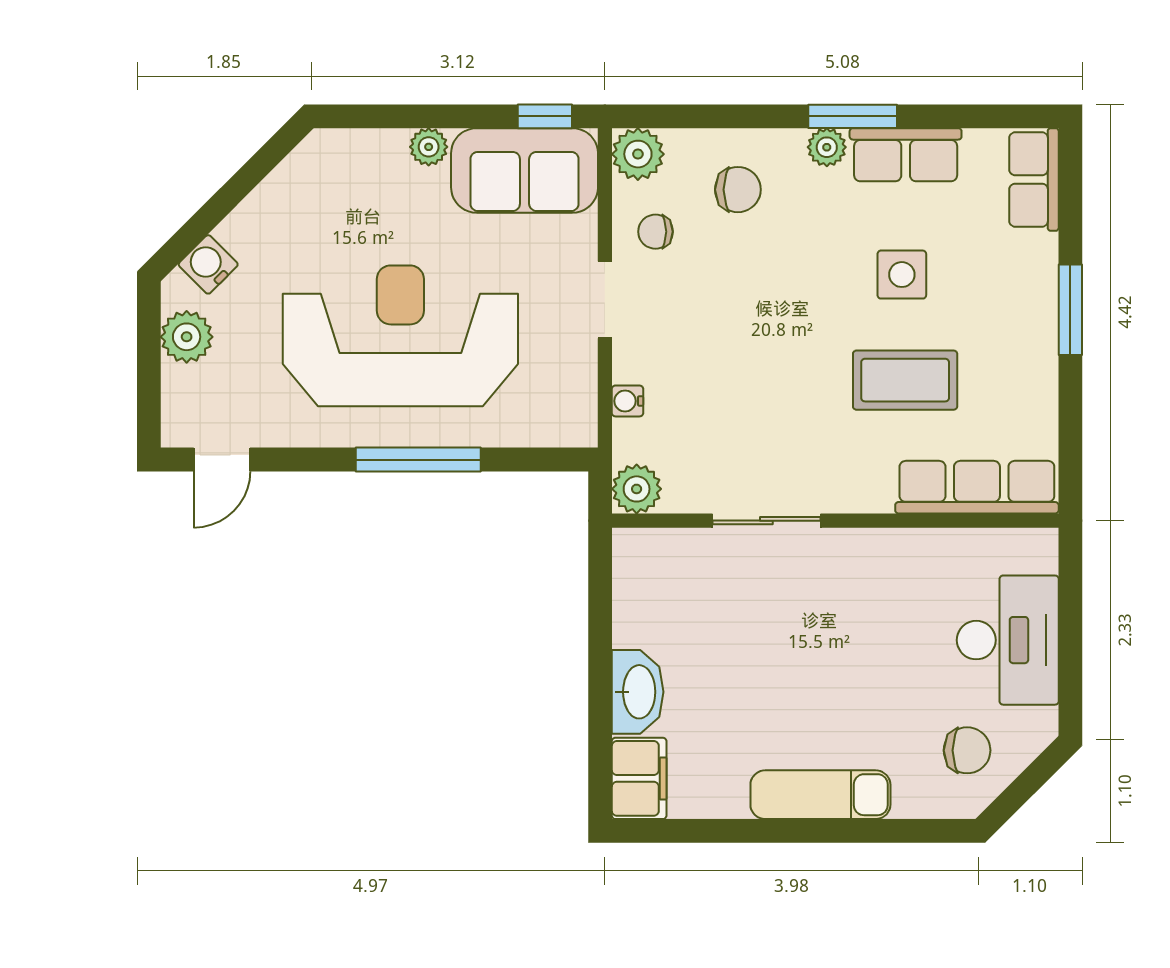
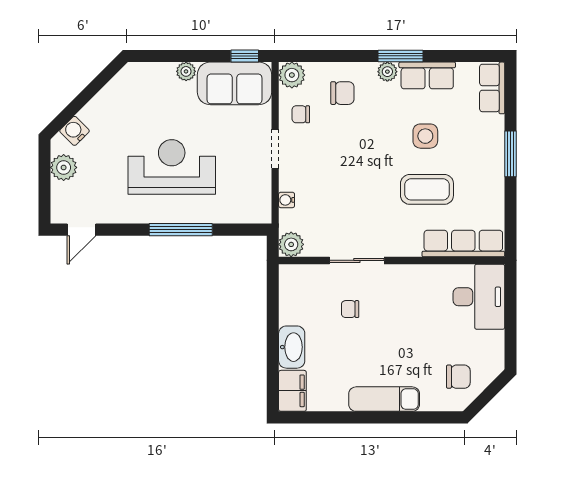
reception desk: (400, 336) -> (172, 167), width x0.74, depth x0.77
chair: (753, 617) -> (350, 309), added
desk: (1008, 640) -> (479, 297), moved

